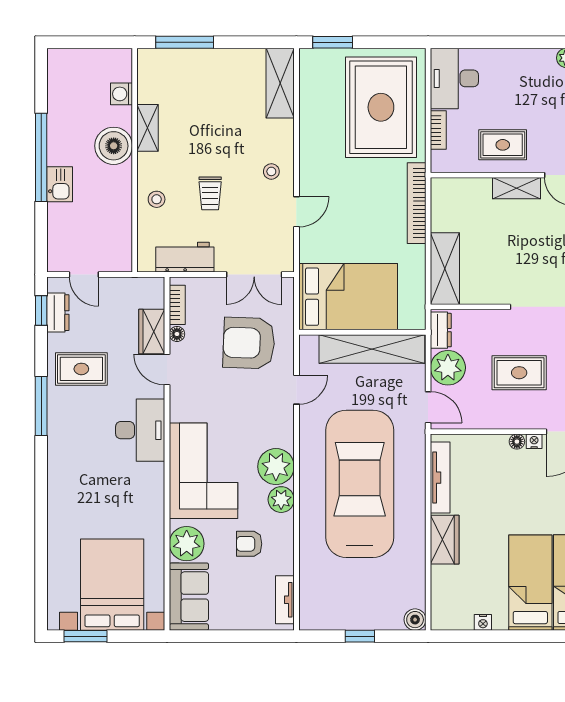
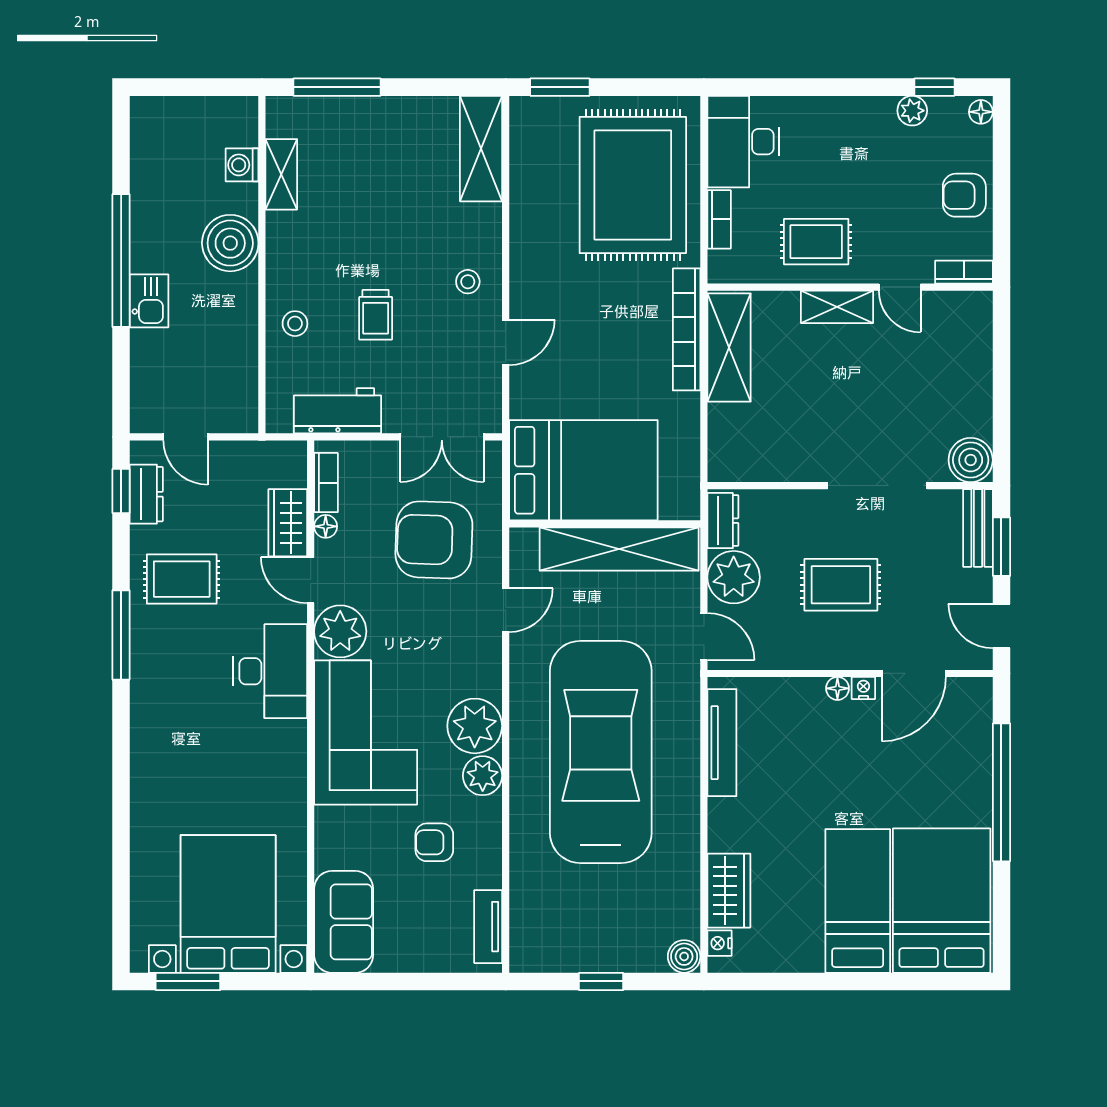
shelving: (148, 128) -> (281, 174), moved
shelving: (445, 269) -> (729, 348), moved
wardrobe: (445, 540) -> (729, 891), moved
plant: (187, 544) -> (340, 631), moved
nightstand: (483, 622) -> (719, 943), moved, turned 90

